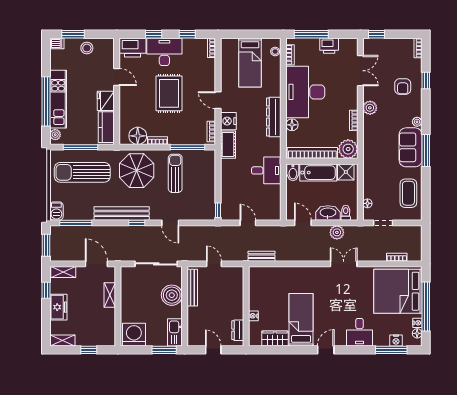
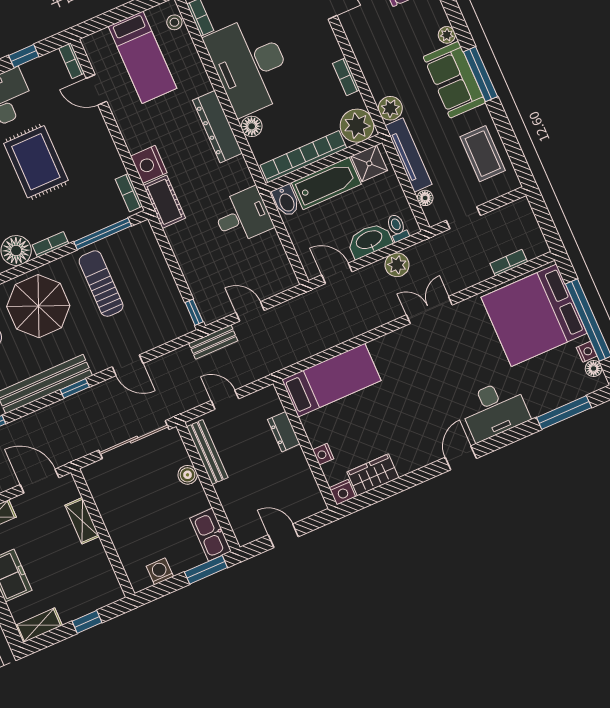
door: (218, 100) -> (96, 90), moved
plant: (370, 108) -> (390, 108), moved
tv unit: (369, 177) -> (409, 155), added
bench: (261, 256) -> (213, 342), moved
boiler: (172, 295) -> (188, 475), width x0.54, depth x0.54
bed: (301, 320) -> (331, 380), moved, turned 90
dresser: (238, 330) -> (284, 432), moved
desk: (360, 332) -> (494, 410), width x1.37
washing machine: (134, 335) -> (160, 571), width x0.53, depth x0.53
nightstand: (396, 340) -> (342, 492), moved

